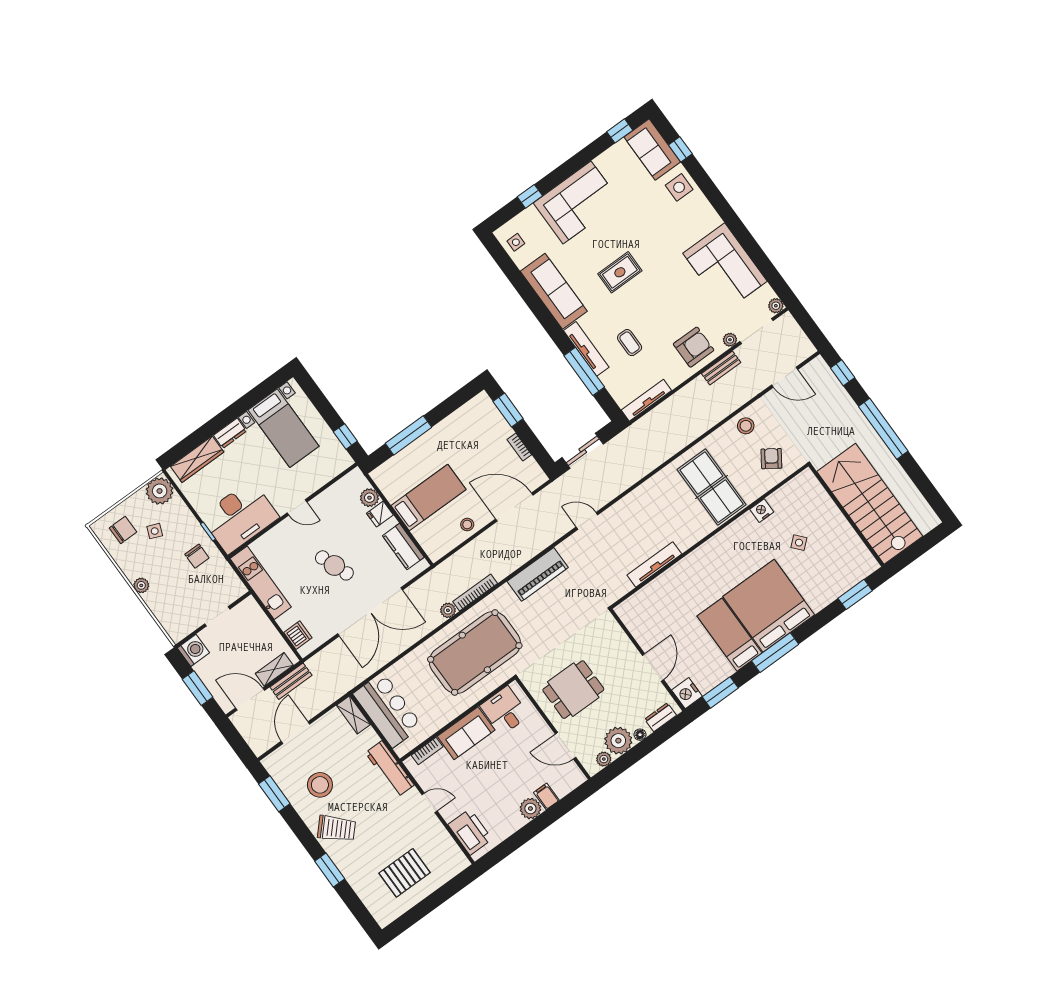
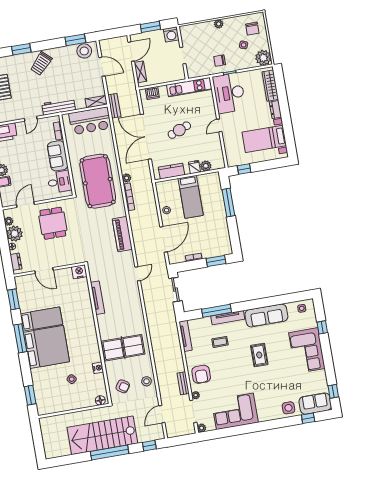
floor lamp: (810, 482) -> (100, 400), added
stairs: (870, 504) -> (102, 435), moved, turned 180
bench: (291, 681) -> (114, 106), moved
nightstand: (687, 693) -> (79, 272), moved
stool: (320, 785) -> (84, 51), moved

